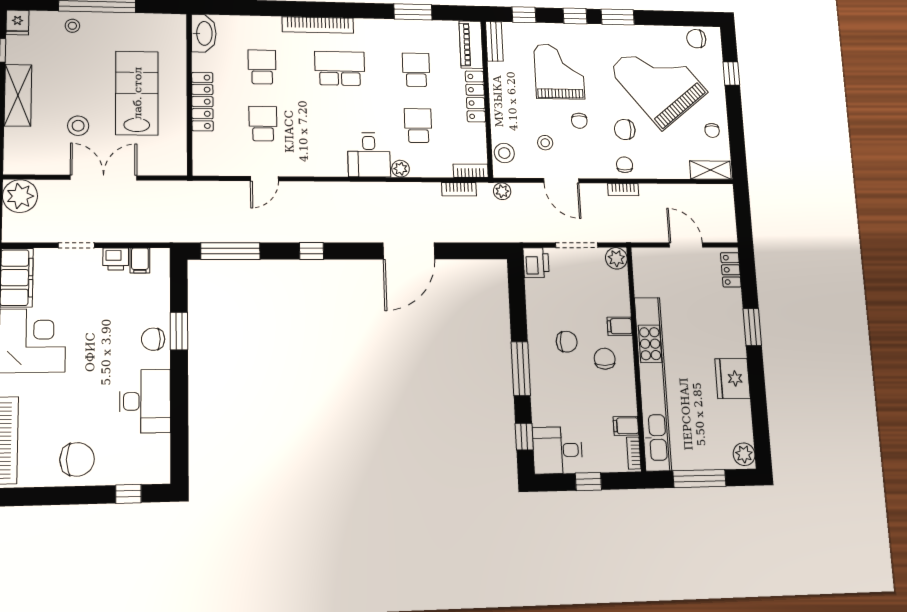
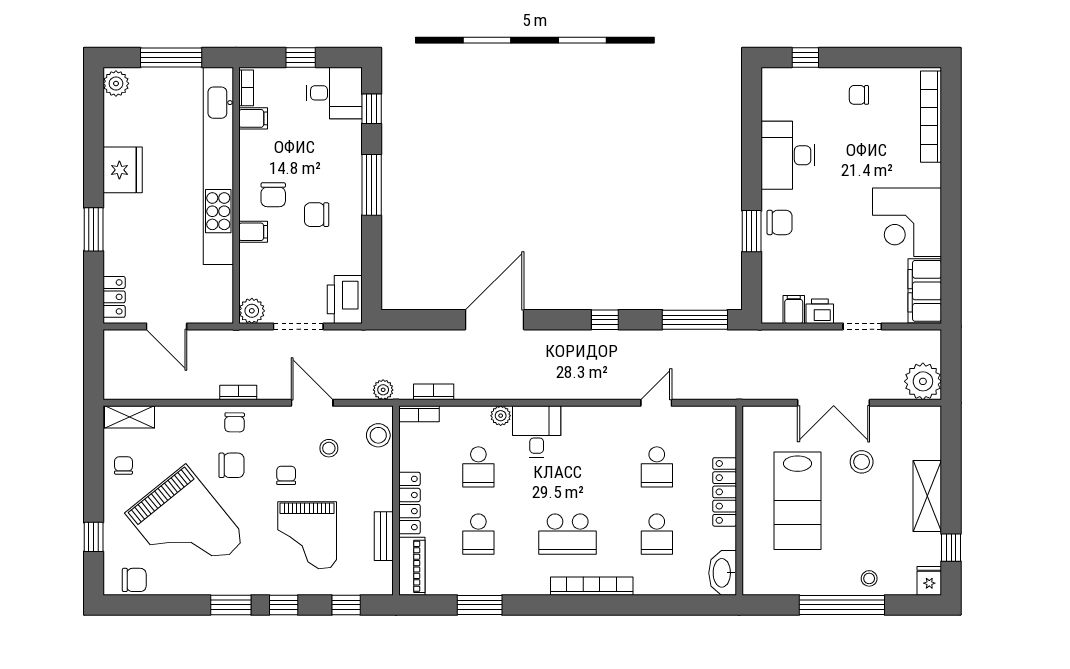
bench: (494, 41) -> (384, 536), moved
printer: (536, 263) -> (345, 299), width x1.37, depth x1.19
chair: (77, 459) -> (859, 95), width x0.54, depth x0.54

